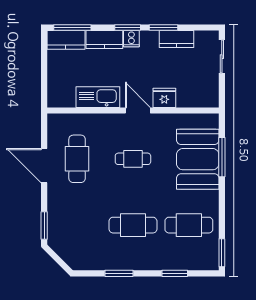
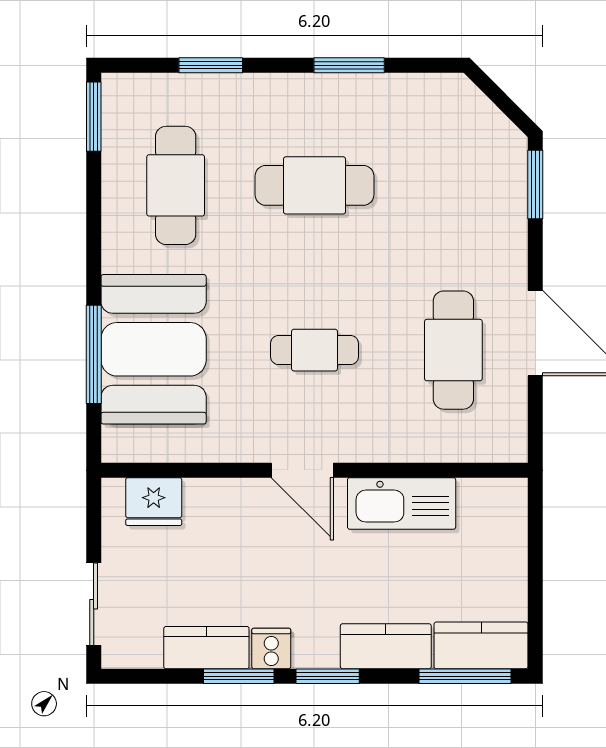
cooker: (131, 39) -> (271, 649), moved
fridge: (164, 98) -> (154, 502), moved
cafe table: (189, 225) -> (176, 185), turned 90

